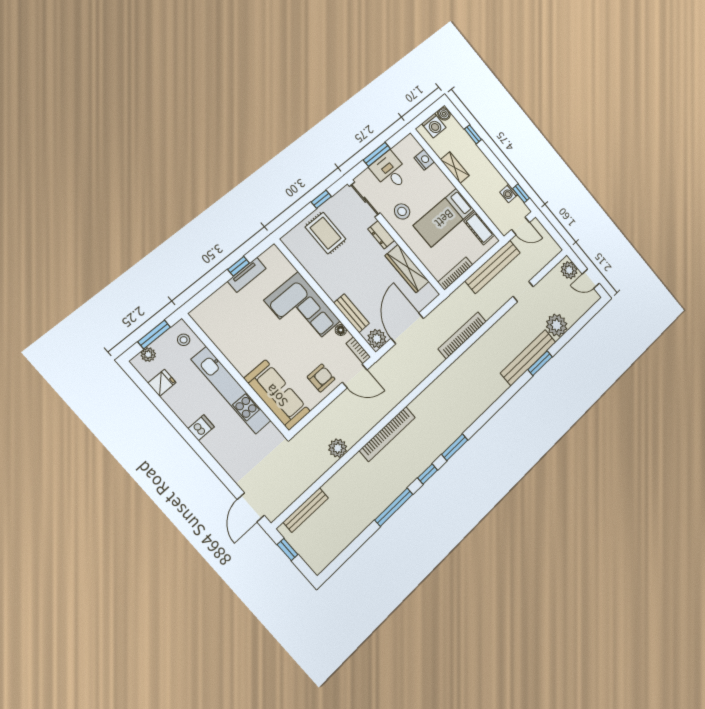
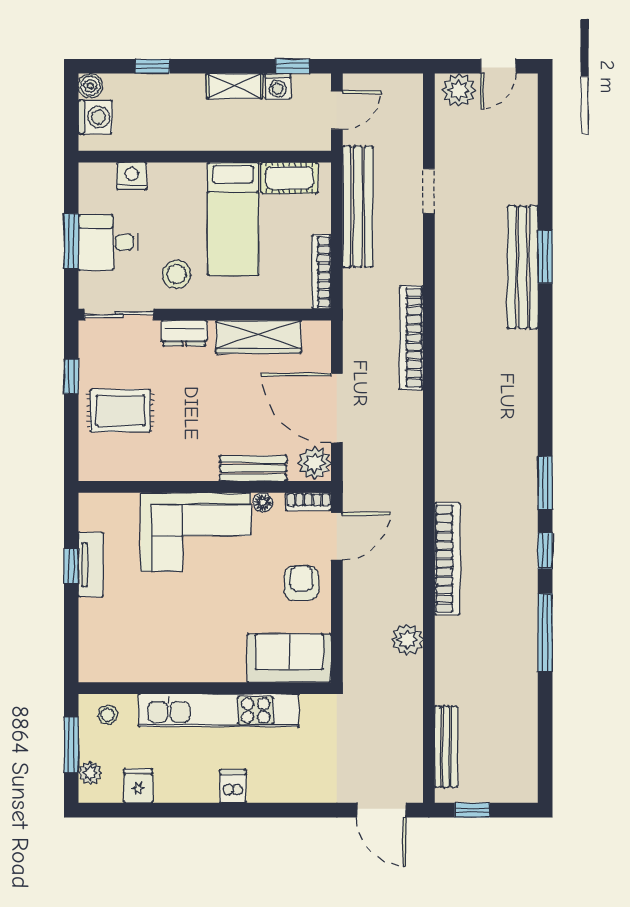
shelving: (455, 168) -> (235, 86), moved
plant: (557, 325) -> (517, 182), removed
sofa: (277, 395) -> (289, 658), width x0.73

